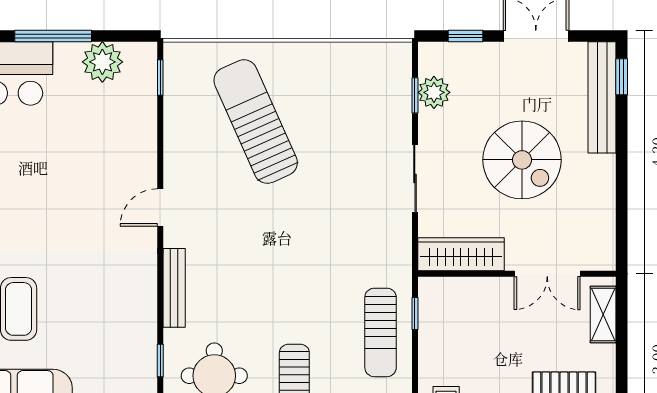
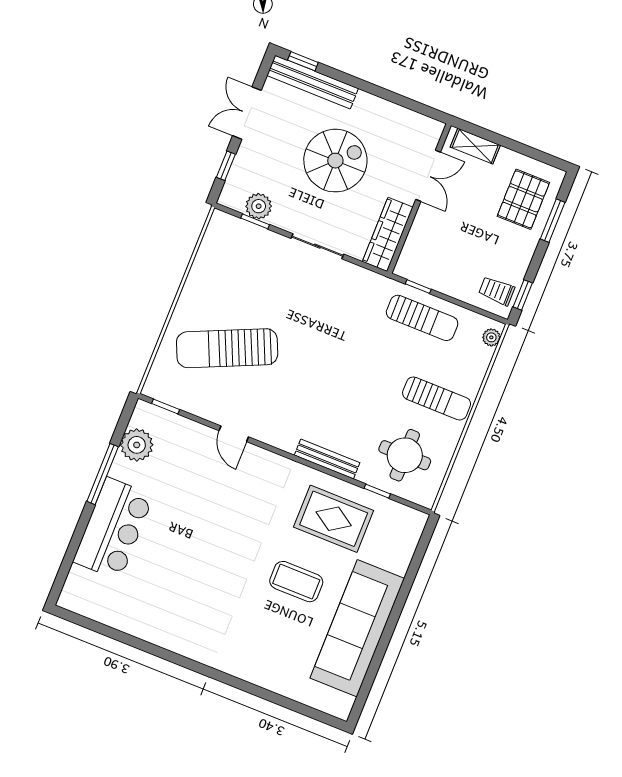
door: (160, 208) -> (234, 434), moved
rug: (108, 323) -> (334, 519), added

